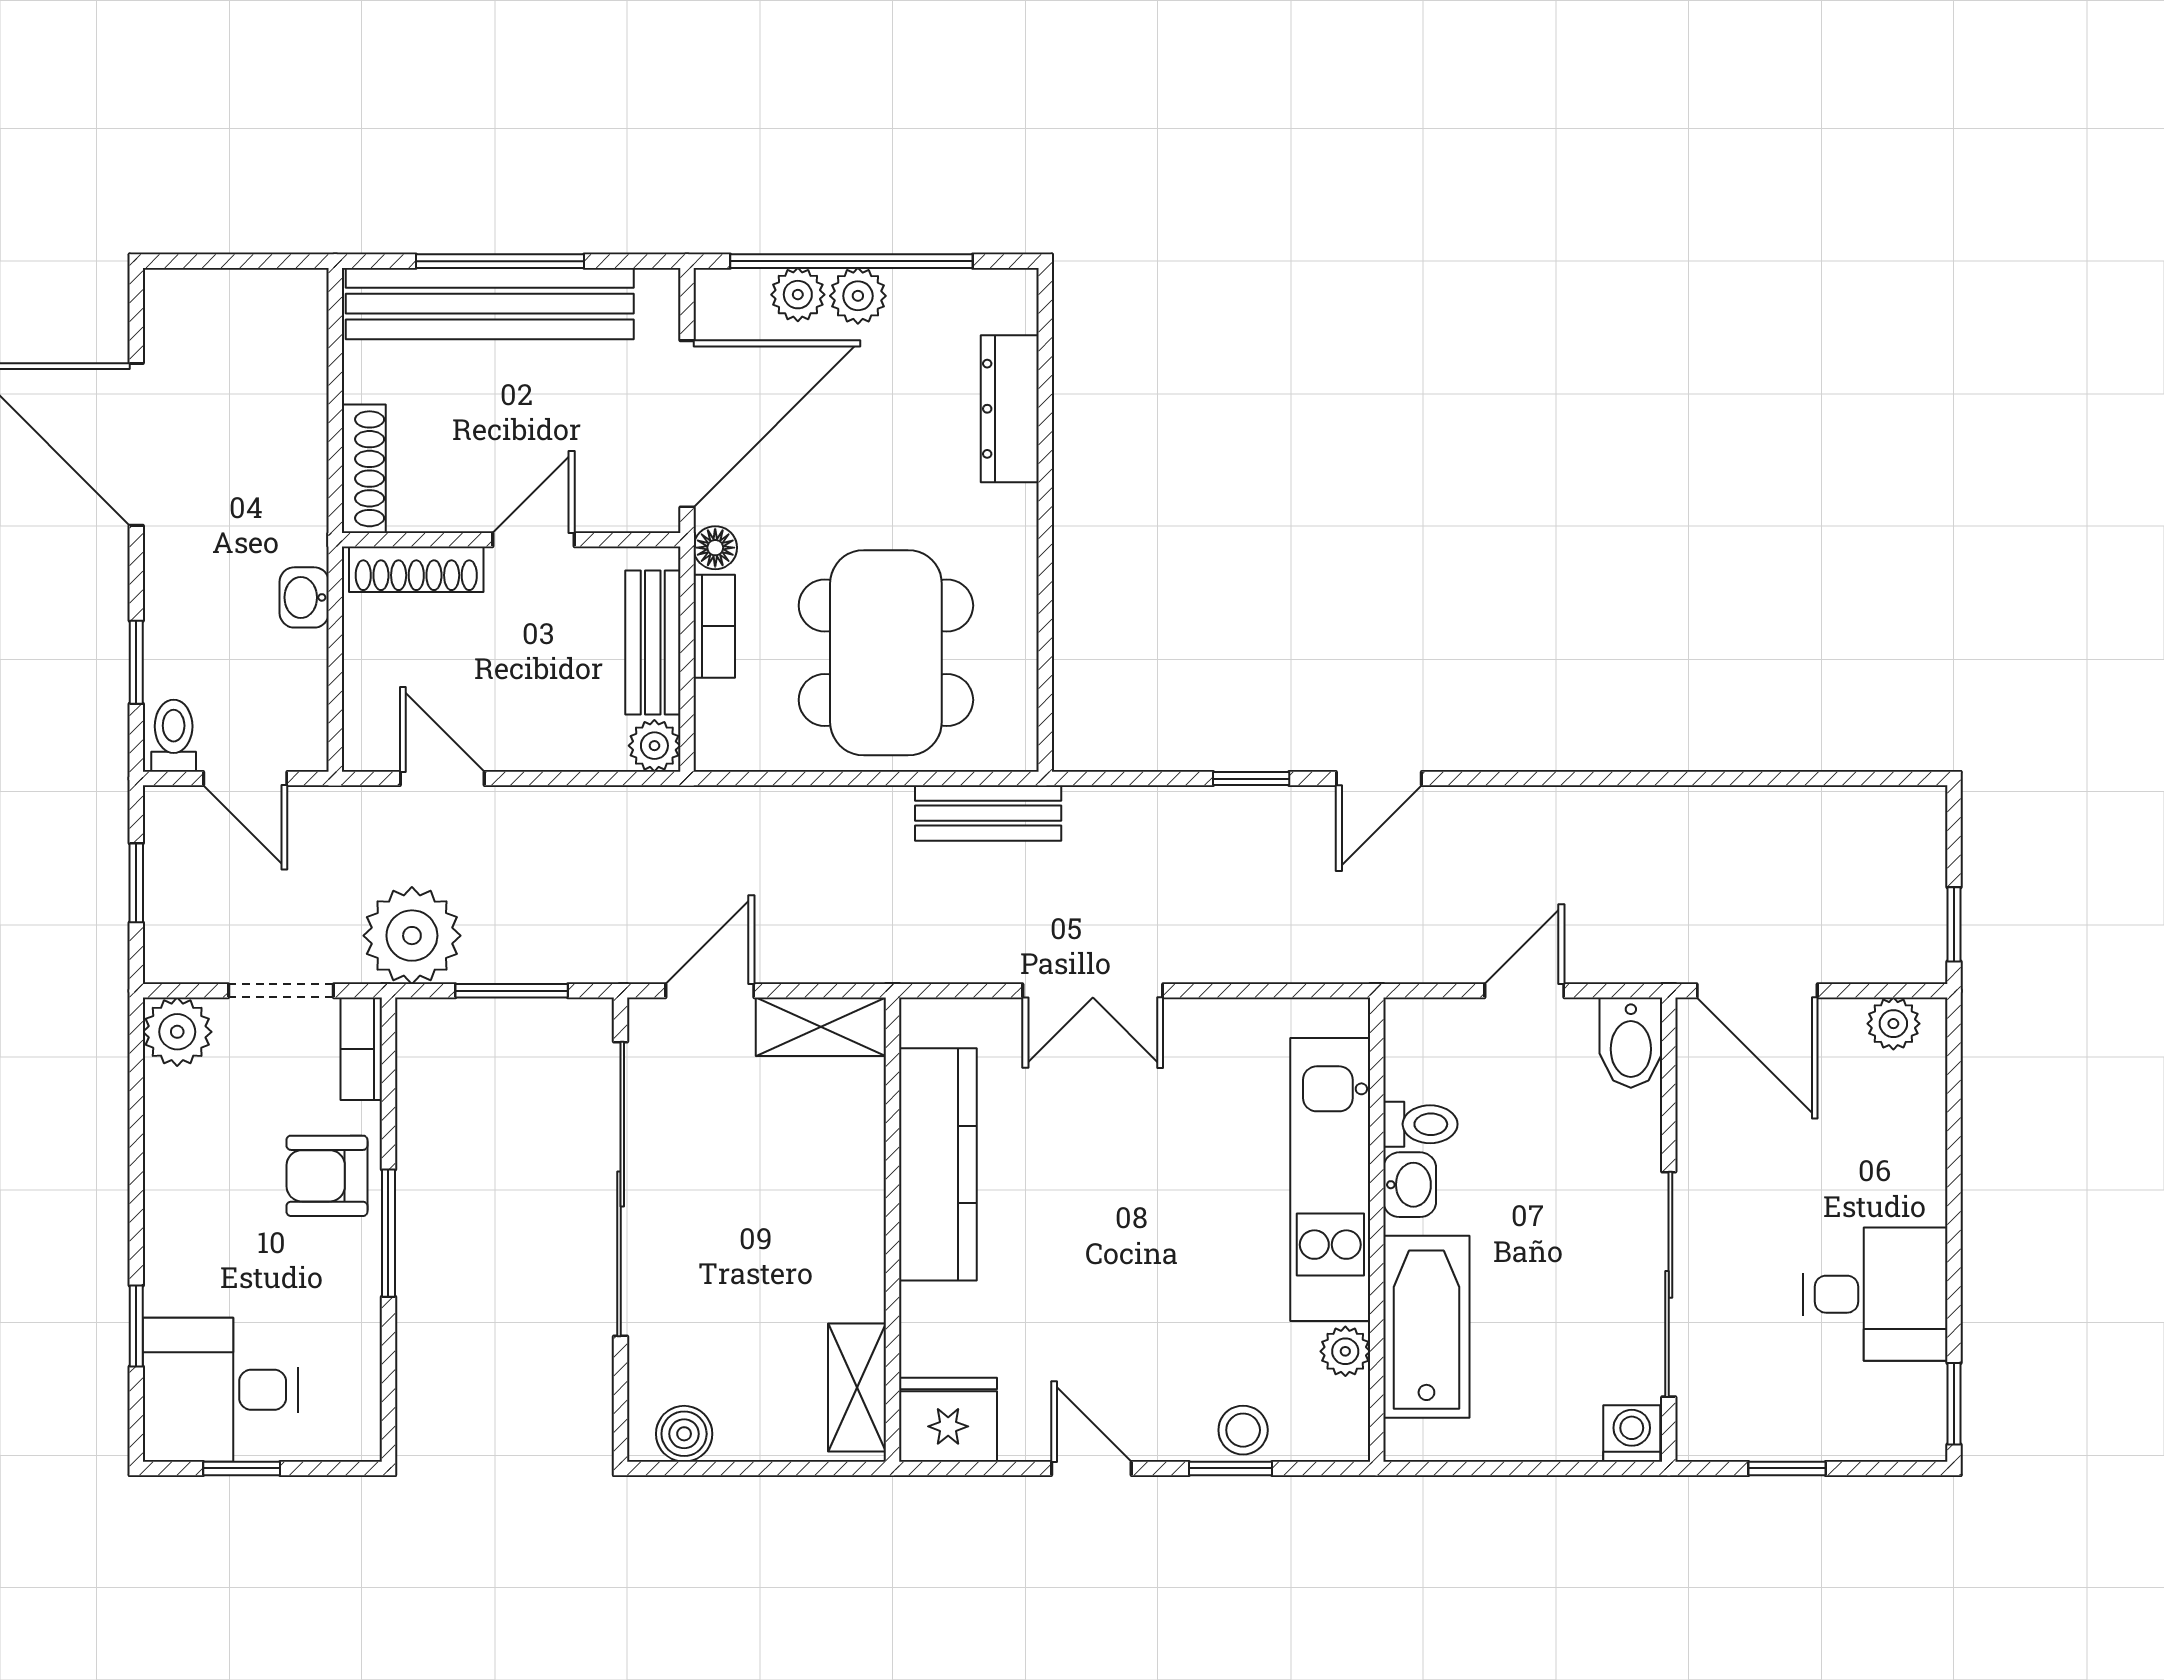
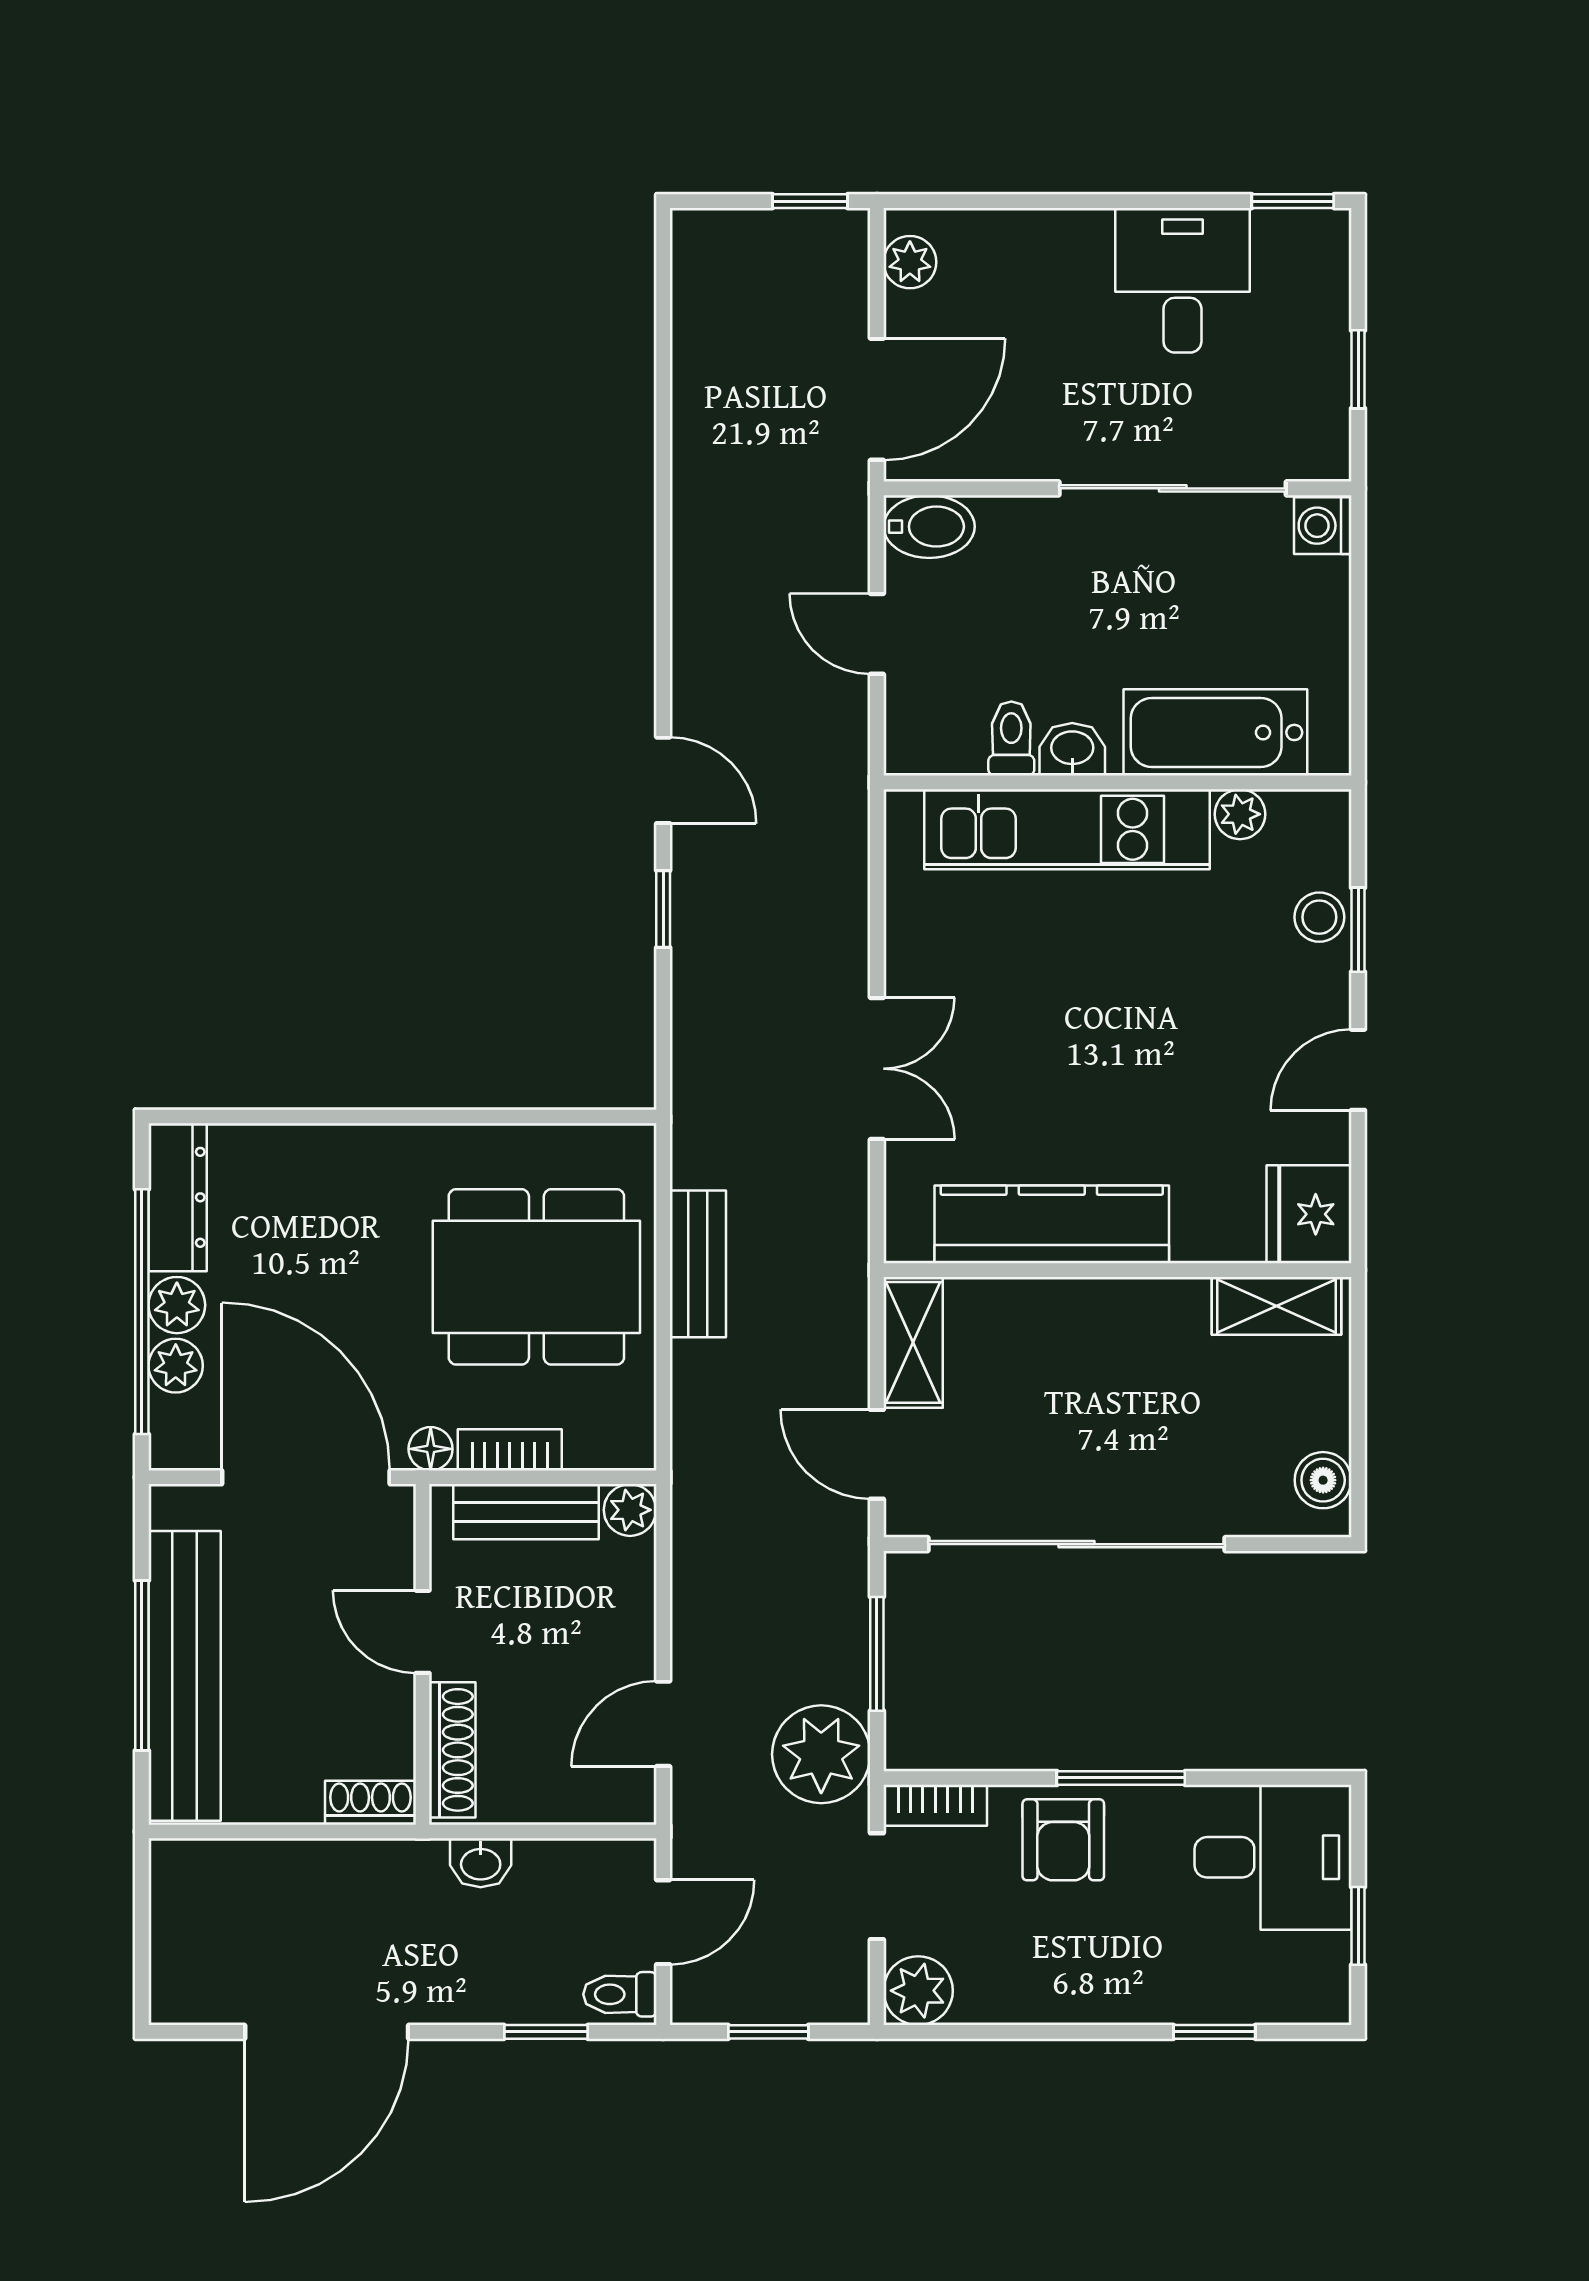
dresser: (1010, 409) -> (178, 1197), moved, turned -90
shoe rack: (364, 469) -> (371, 1803), width x0.70
bench: (988, 813) -> (698, 1264), moved
desk: (221, 1390) -> (1273, 1857), moved, turned -90

